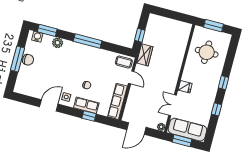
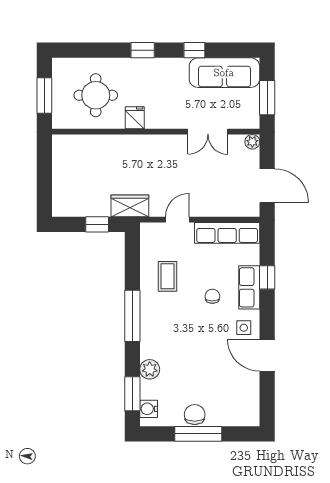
coffee table: (124, 62) -> (167, 276), moved
fridge: (185, 87) -> (135, 118), moved
sofa: (187, 130) -> (224, 73), moved, turned -90

